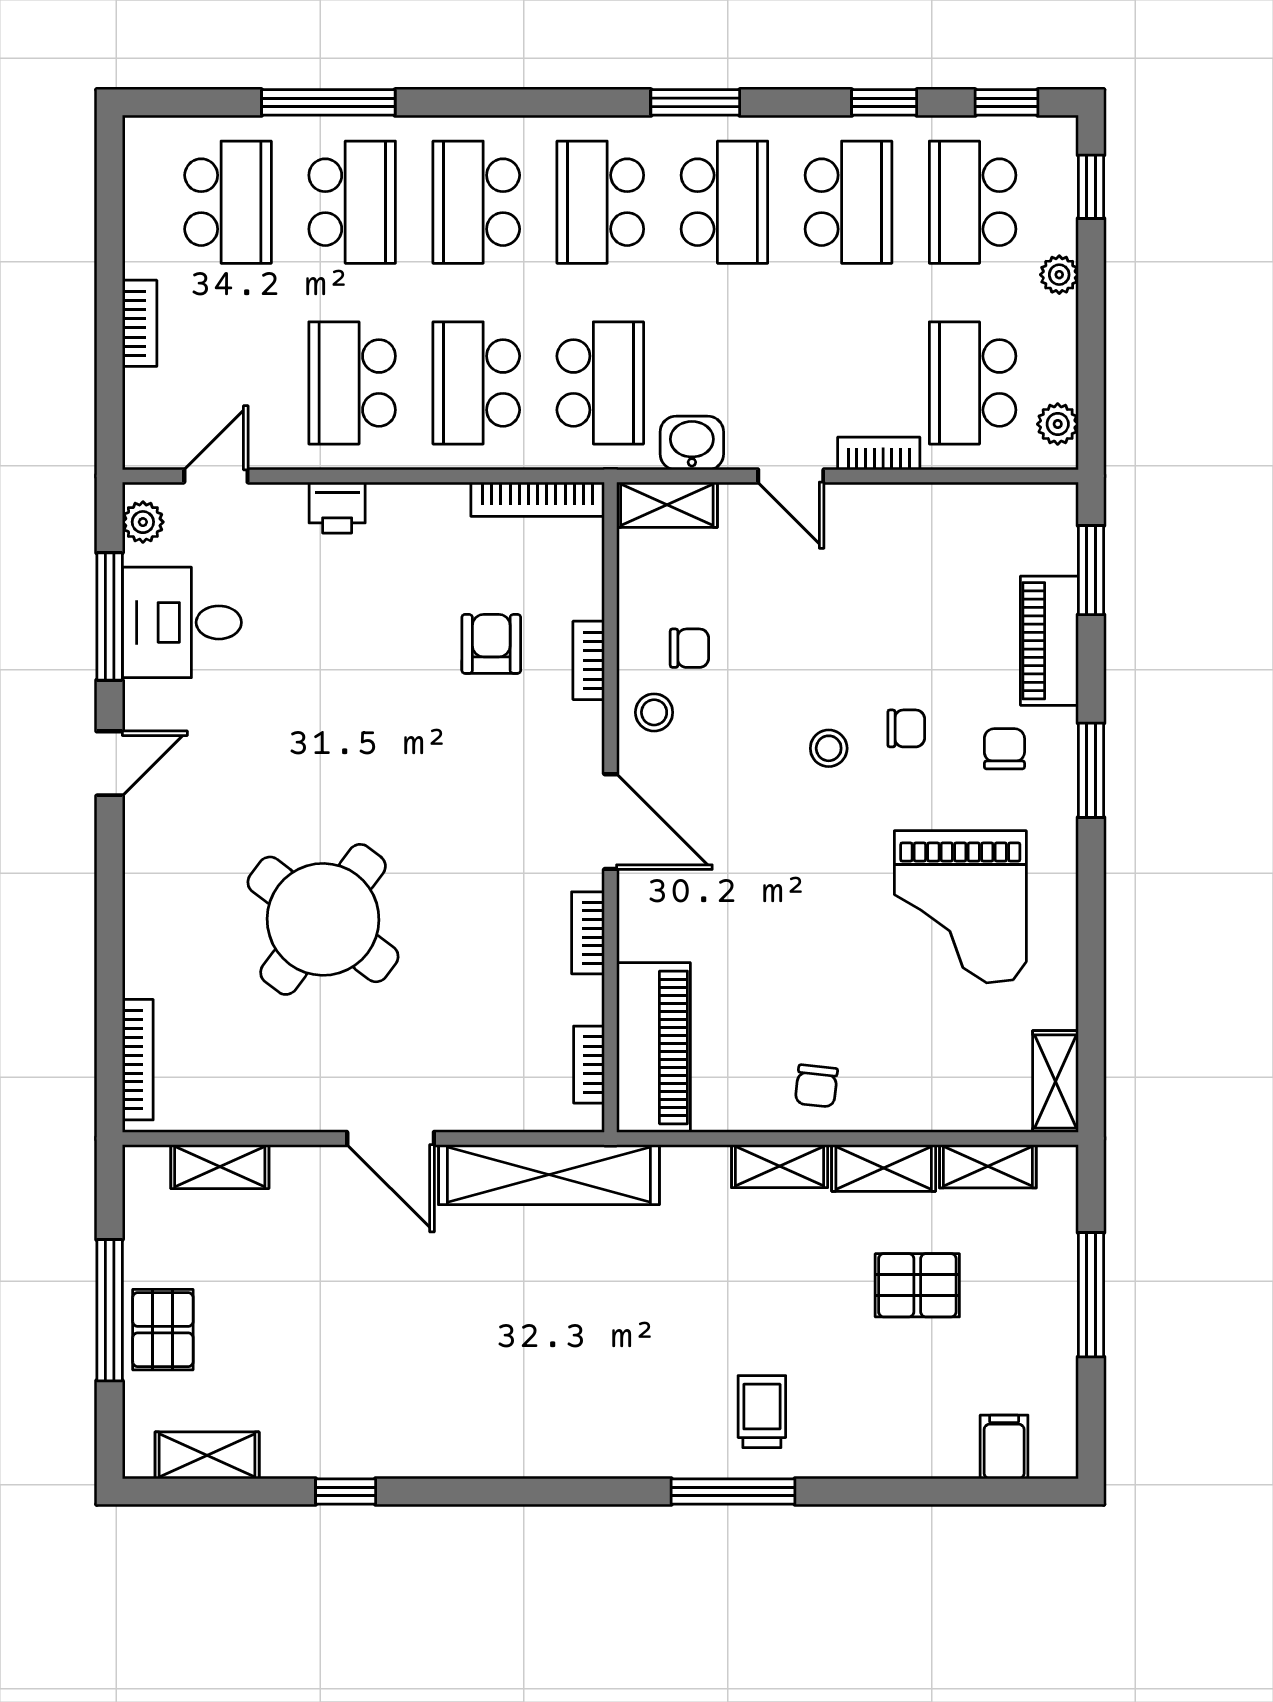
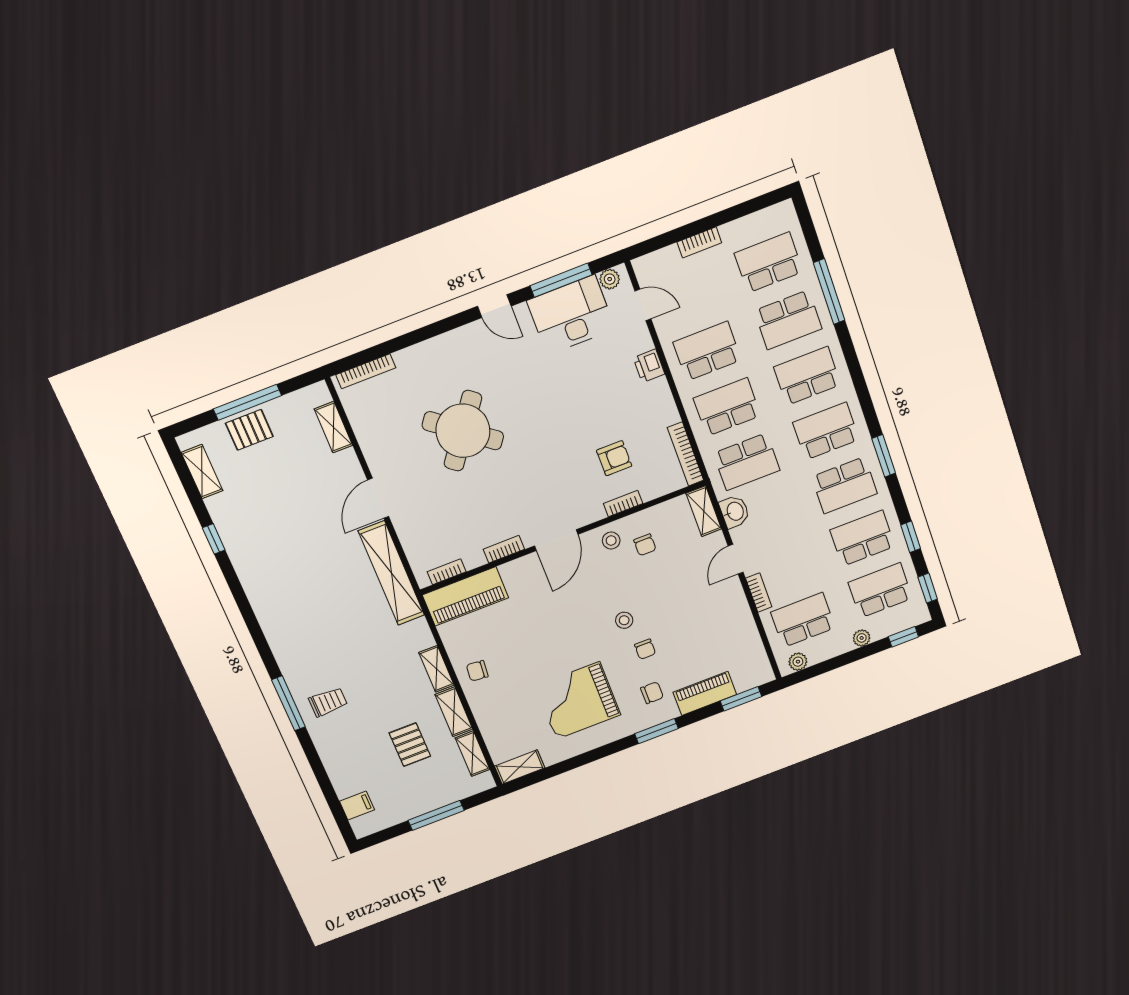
school desk: (228, 202) -> (769, 262), turned 180
school desk: (848, 202) -> (862, 538), turned 180
desk: (182, 622) -> (571, 315), width x1.37

